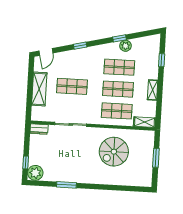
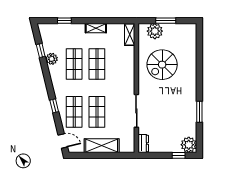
window: (119, 38) -> (41, 51), moved
shop shelf: (117, 111) -> (74, 112), moved
plant: (146, 146) -> (155, 31), added
spiral stairs: (114, 152) -> (162, 65), turned 90

